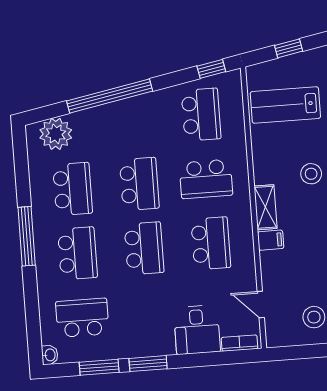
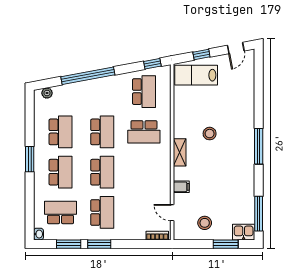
lab bench: (285, 105) -> (196, 75), moved
plant: (56, 134) -> (47, 93), width x0.53, depth x0.53
window: (27, 236) -> (30, 159), width x0.69
filing cabinet: (271, 240) -> (181, 187), moved
school desk: (211, 243) -> (102, 212), moved
desk: (197, 330) -> (131, 225), removed

